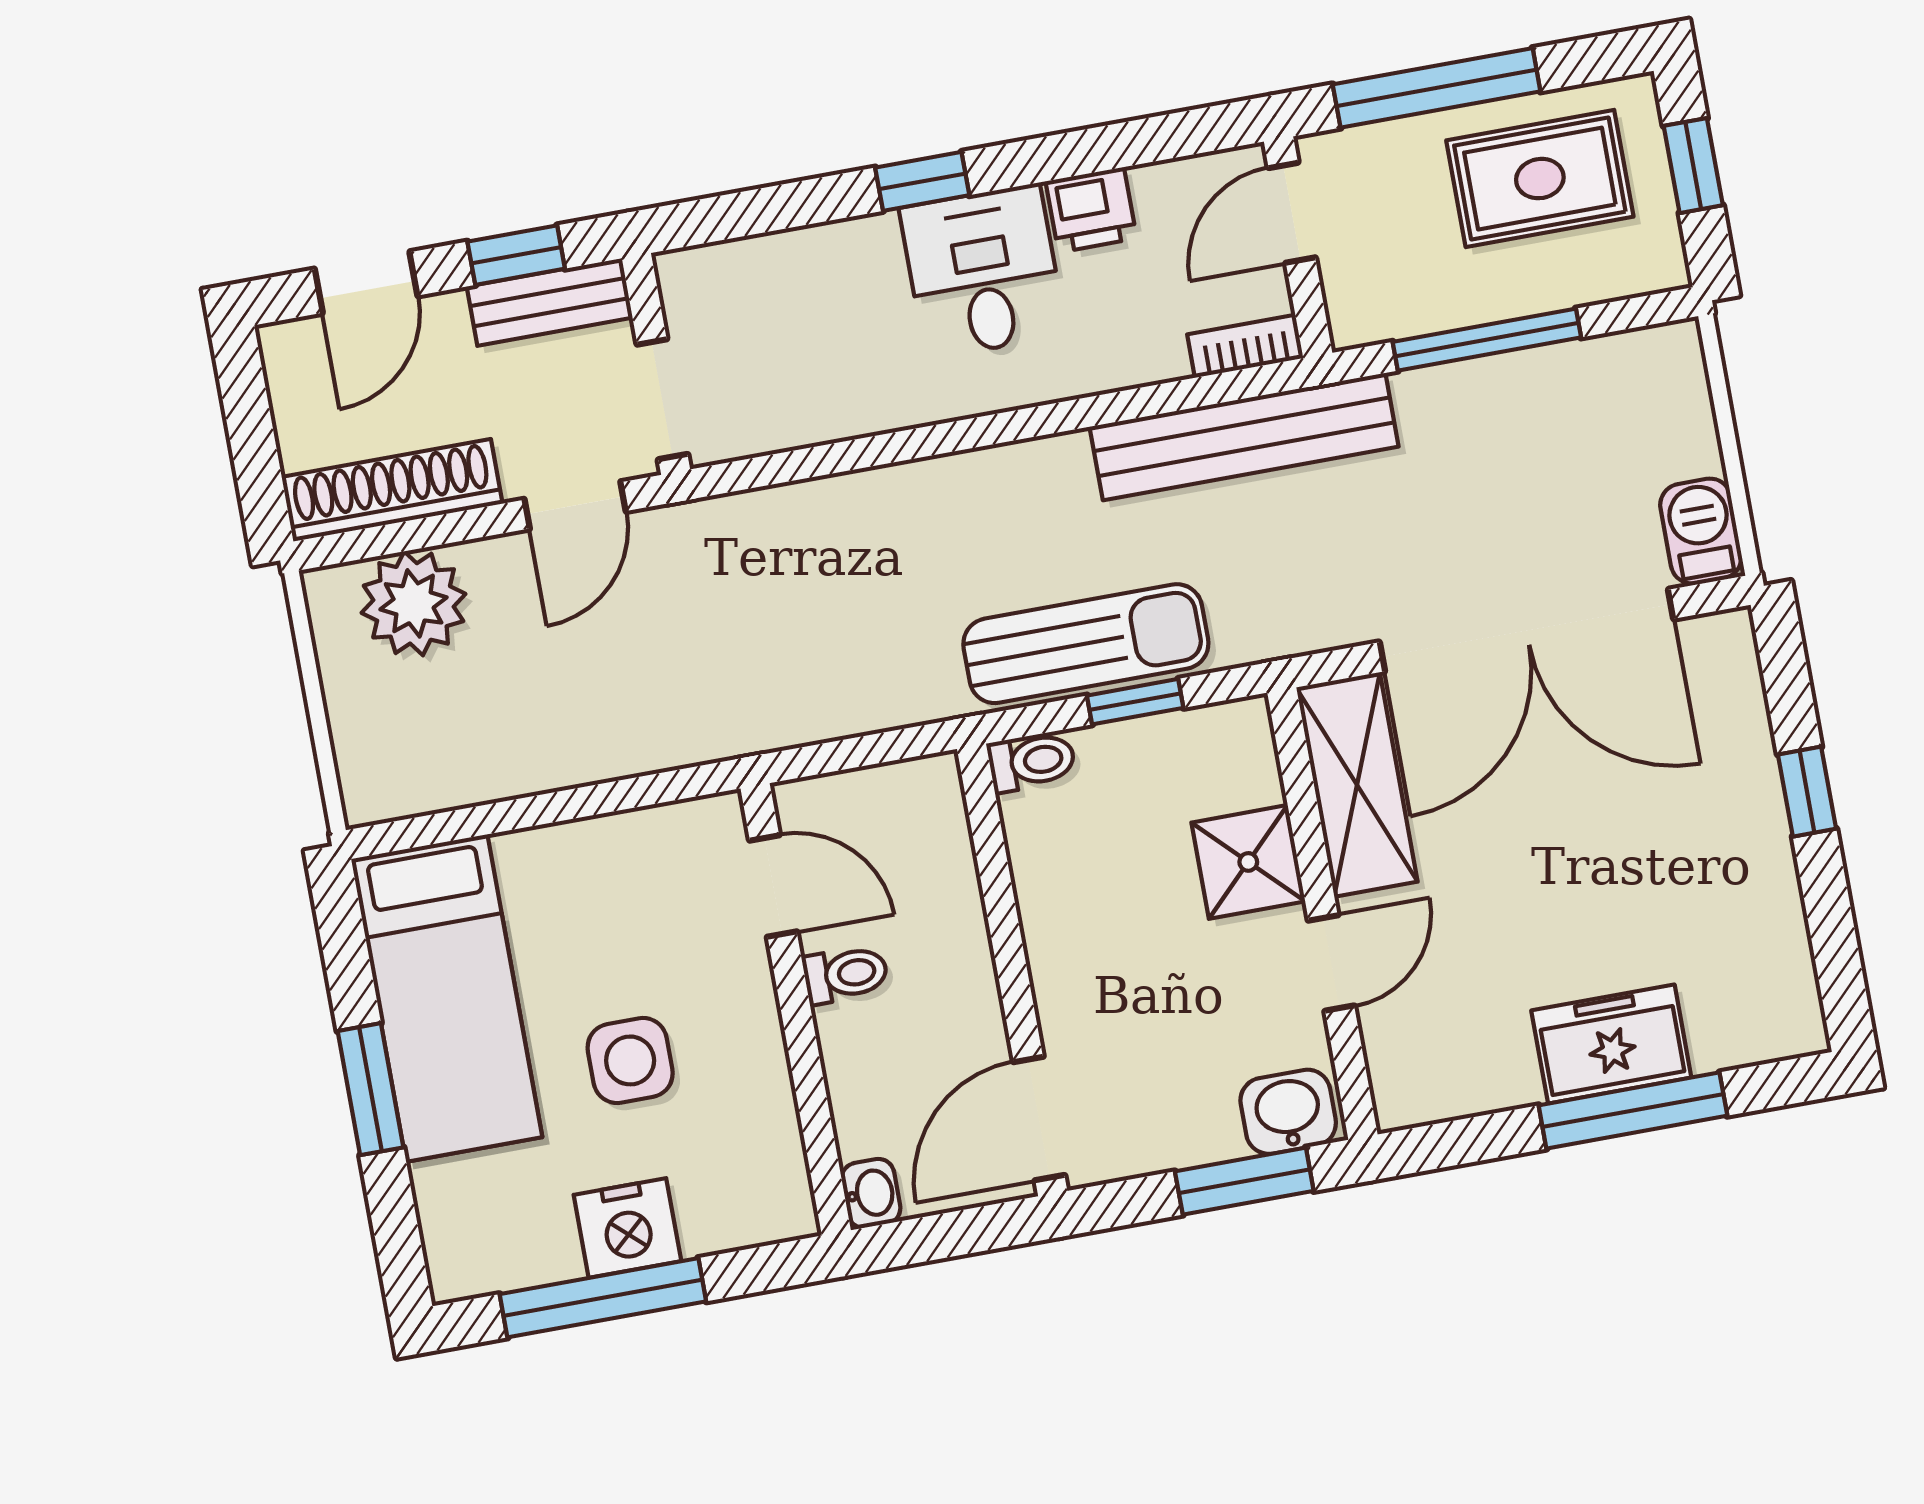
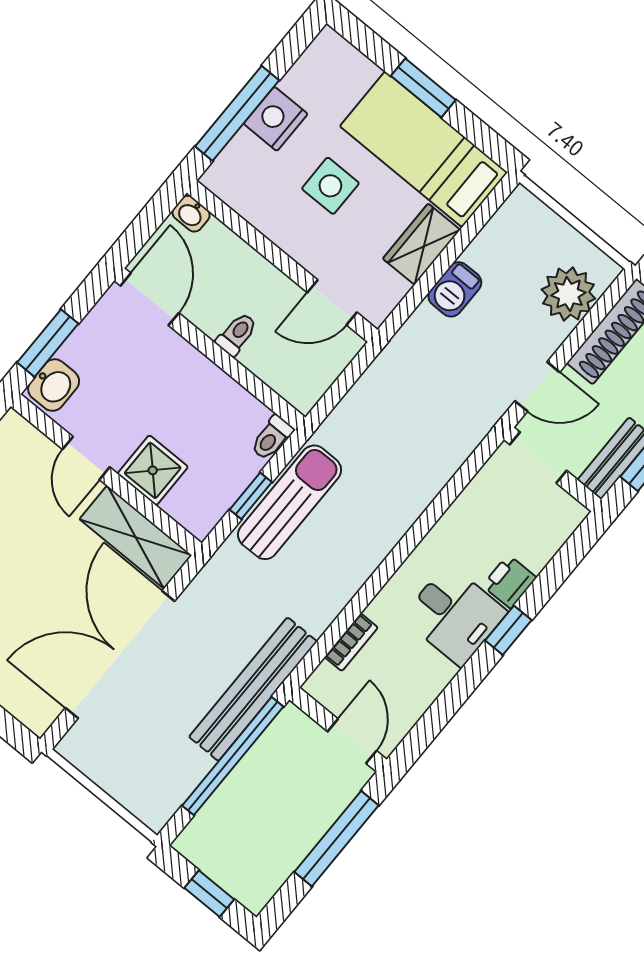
rug: (1540, 179) -> (266, 837), removed
printer: (1091, 210) -> (509, 582), moved
window: (1487, 340) -> (233, 756), width x1.46
bookcase: (1245, 346) -> (351, 642), moved
bench: (1244, 437) -> (253, 689), moved
door: (575, 505) -> (537, 387), swing flipped
barbecue: (1701, 531) -> (455, 289), moved, turned 90
sun lounger: (1086, 644) -> (290, 502), turned 180
wardrobe: (569, 860) -> (421, 244), added
toilet: (845, 974) -> (237, 334), moved, turned 180
window: (603, 1298) -> (237, 113), moved

